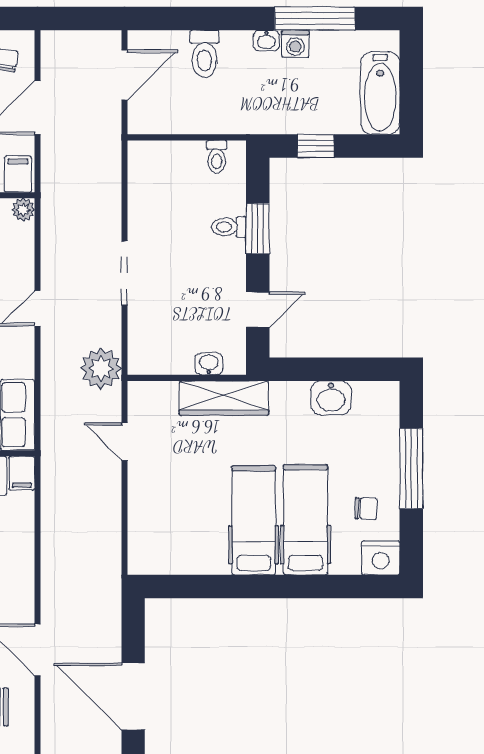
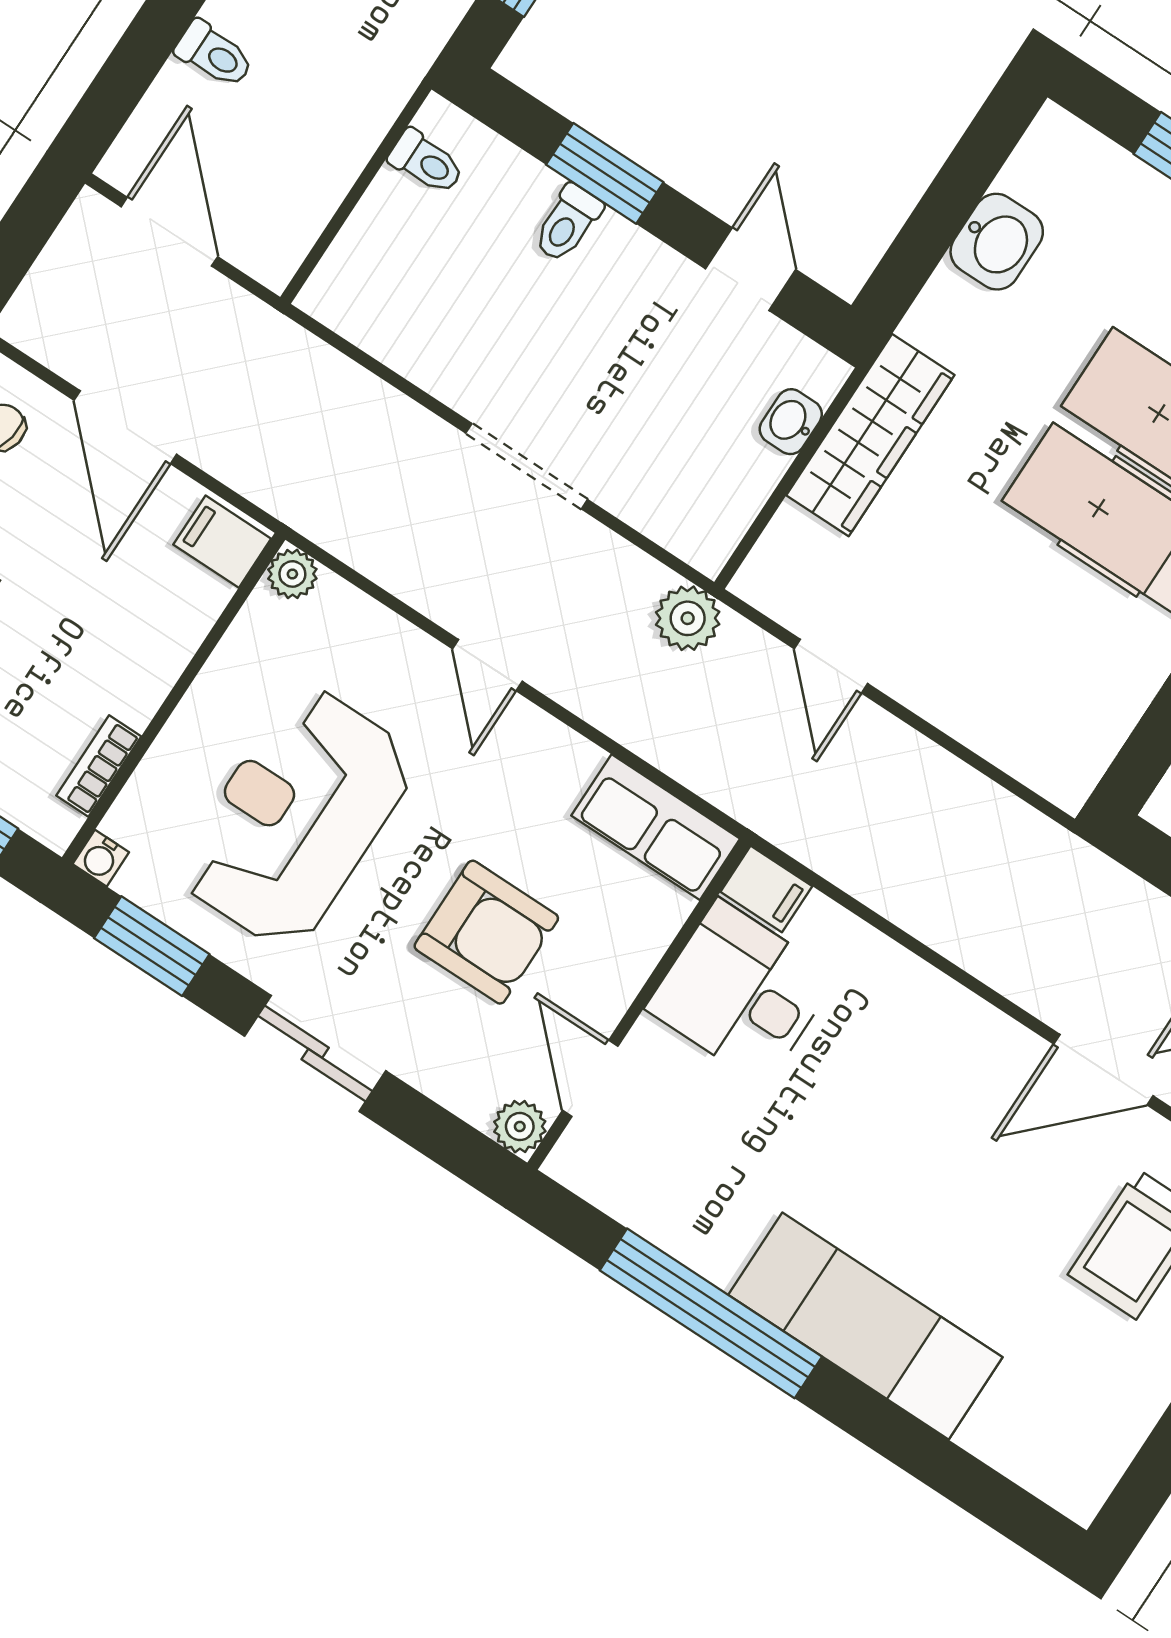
toilet: (204, 54) -> (214, 54), width x0.73, depth x0.72
plant: (101, 368) -> (688, 618), width x0.73, depth x0.73
door: (124, 442) -> (831, 666), hinge flipped

